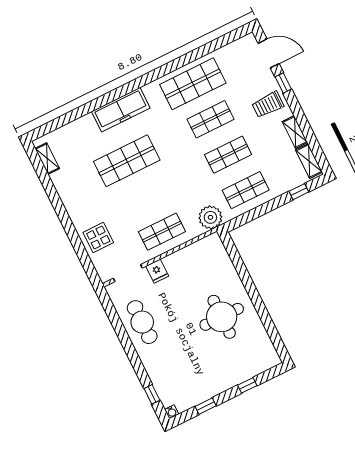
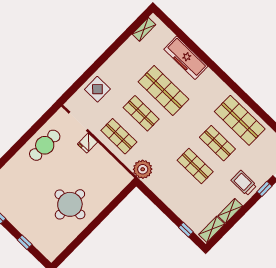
freezer: (121, 110) -> (186, 58), moved
shop shelf: (246, 190) -> (141, 113), moved

